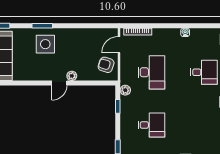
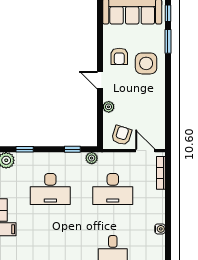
window: (42, 26) -> (168, 41), moved
armchair: (39, 67) -> (119, 56), added
plant: (72, 76) -> (109, 107), moved
desk: (151, 125) -> (50, 189), width x1.37

